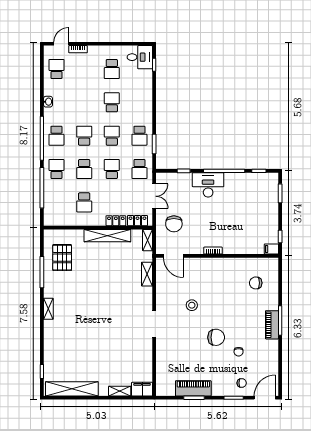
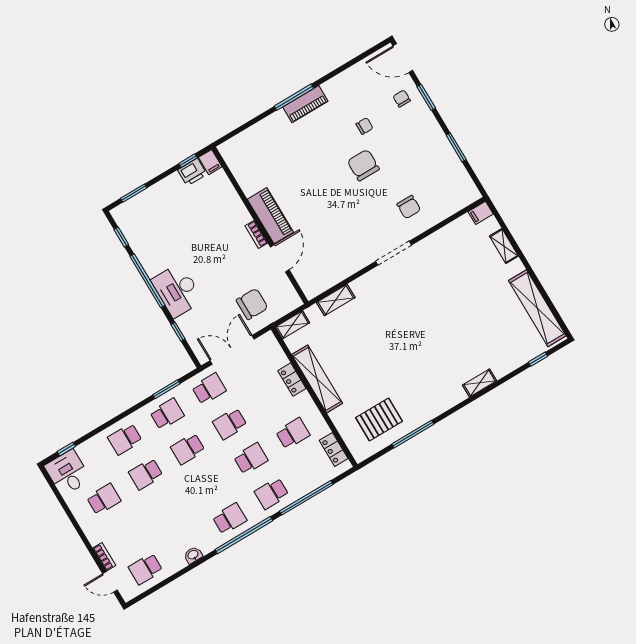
school desk: (84, 136) -> (125, 439), moved
double door: (154, 196) -> (232, 350), width x1.37
locker: (137, 221) -> (334, 449), moved
printer: (272, 235) -> (192, 172), added
door: (173, 256) -> (280, 258), moved
chair: (256, 283) -> (409, 207), moved
stool: (192, 305) -> (341, 220), removed
shelving: (48, 309) -> (480, 383), moved
piano: (193, 388) -> (270, 216), moved, turned 180
filing cabinet: (142, 389) -> (481, 213), width x0.50

